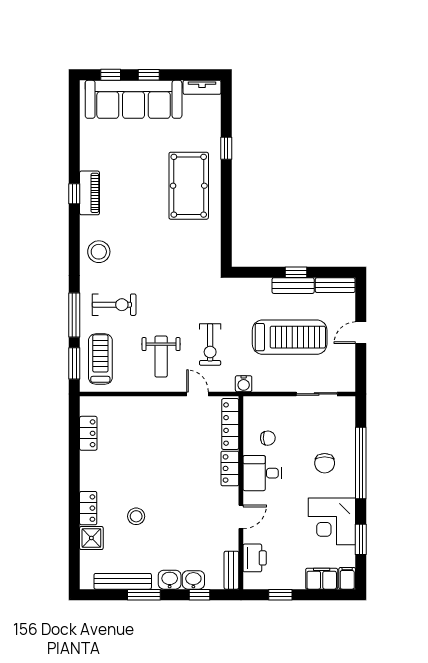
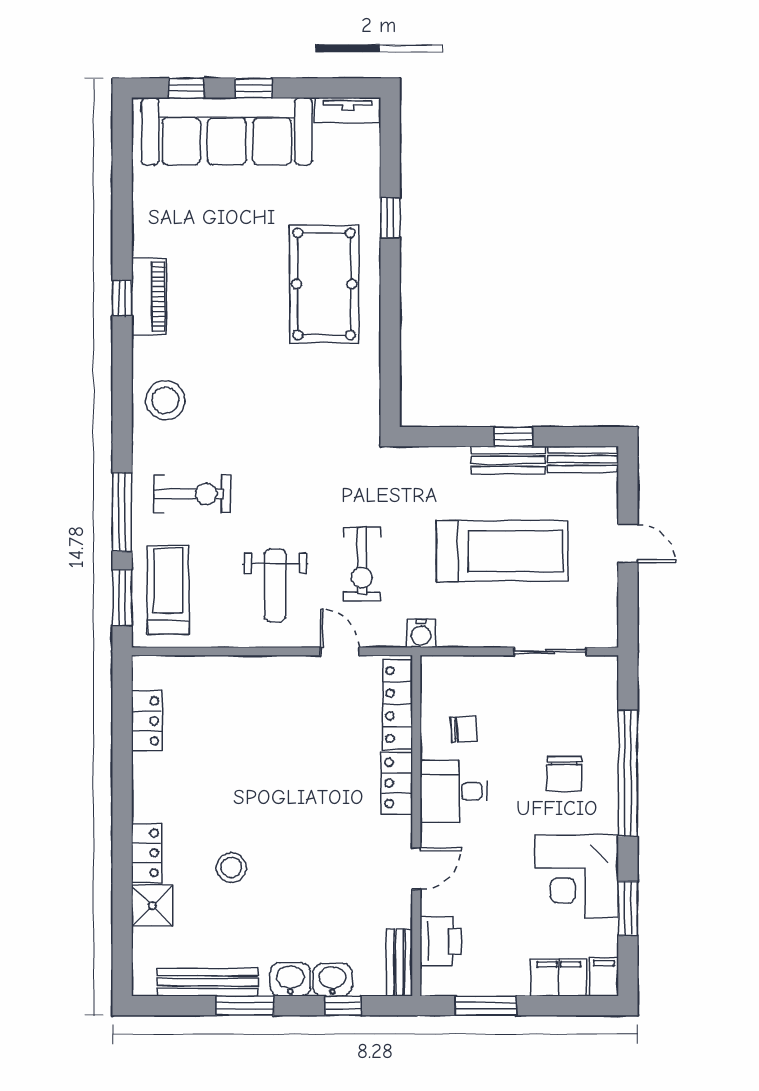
door: (361, 333) -> (628, 543), swing flipped
window: (280, 595) -> (486, 1006), width x1.50

